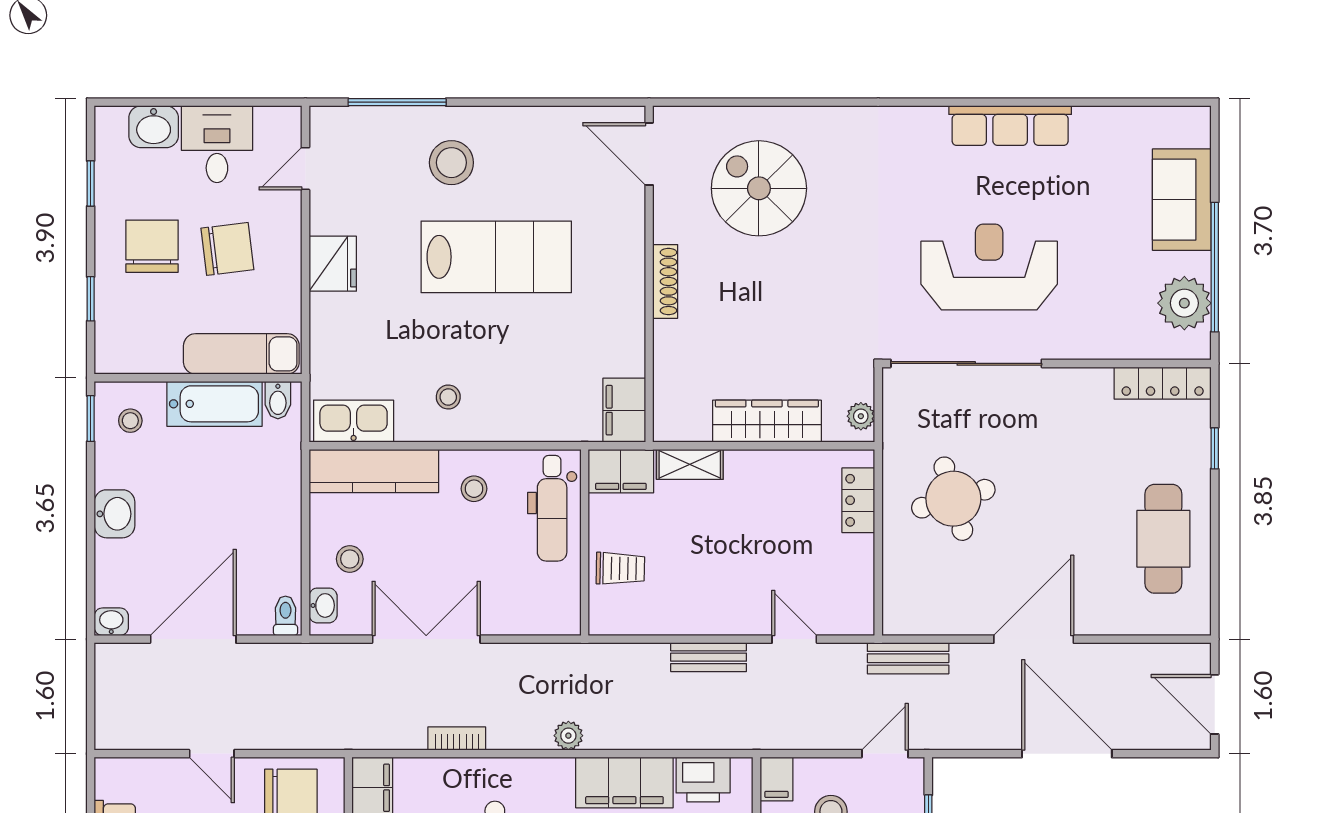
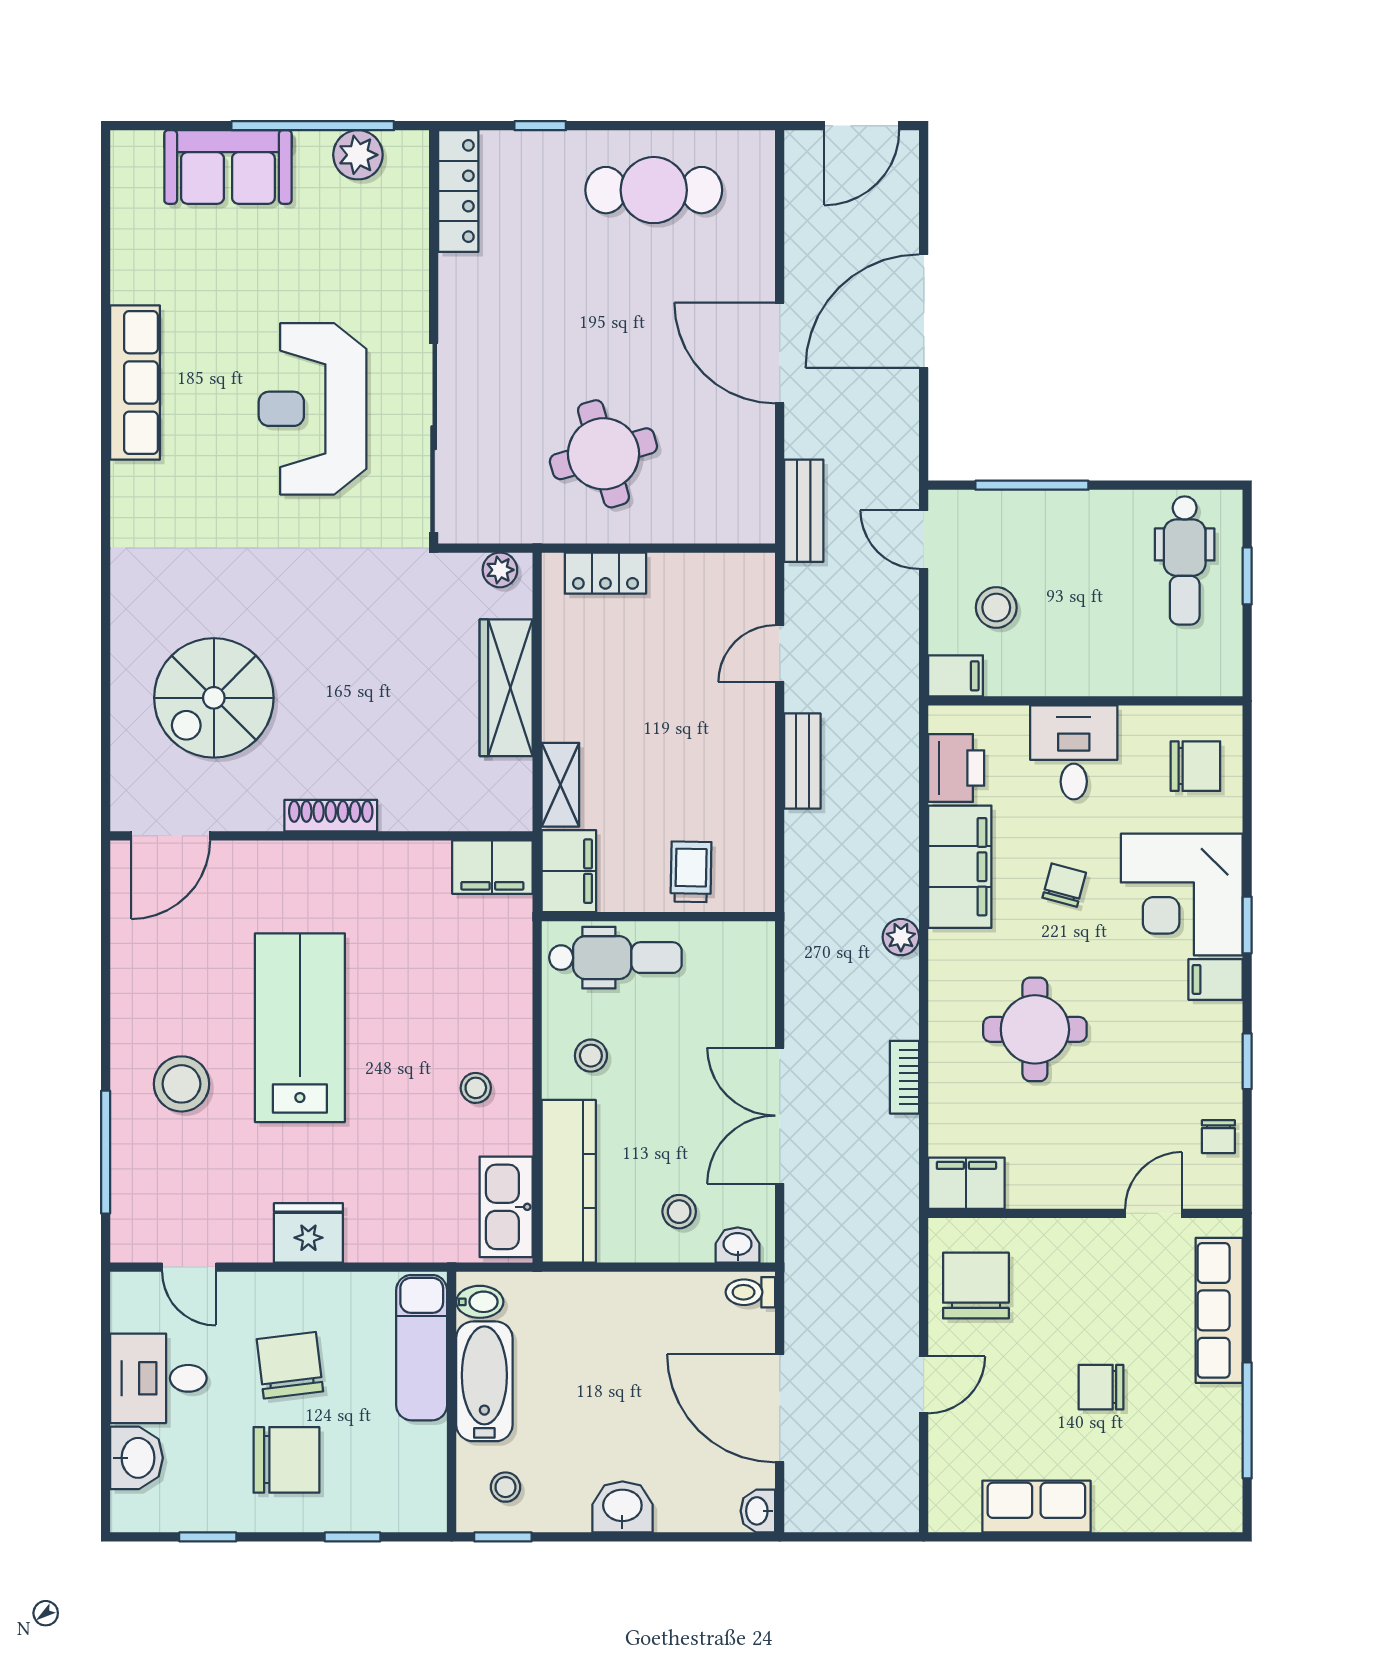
chair: (152, 246) -> (286, 1460), turned 180
plant: (1184, 303) -> (358, 155), width x0.73, depth x0.73

